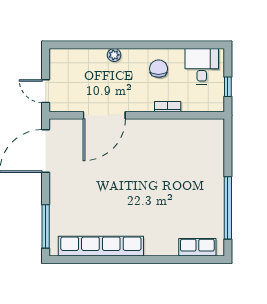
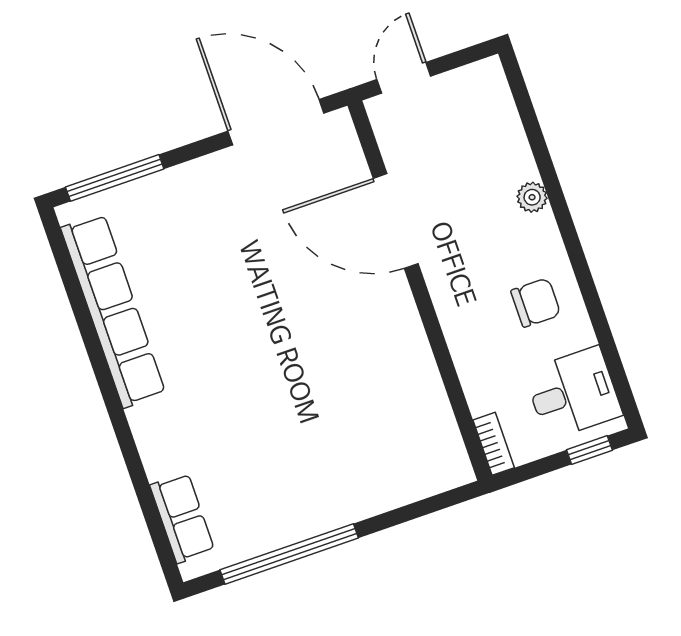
window: (228, 87) -> (589, 450), moved
bookcase: (168, 107) -> (494, 444), moved

